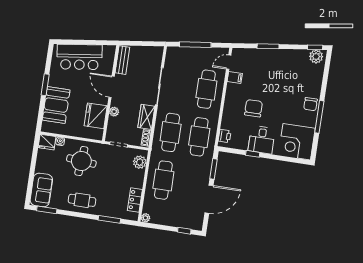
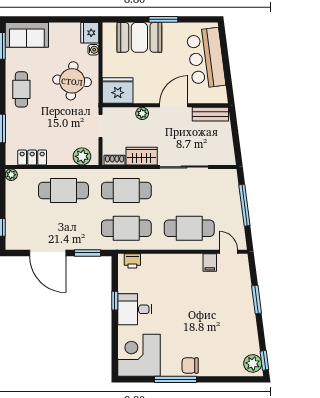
chair: (254, 108) -> (174, 293), removed
fridge: (96, 116) -> (118, 91), moved

